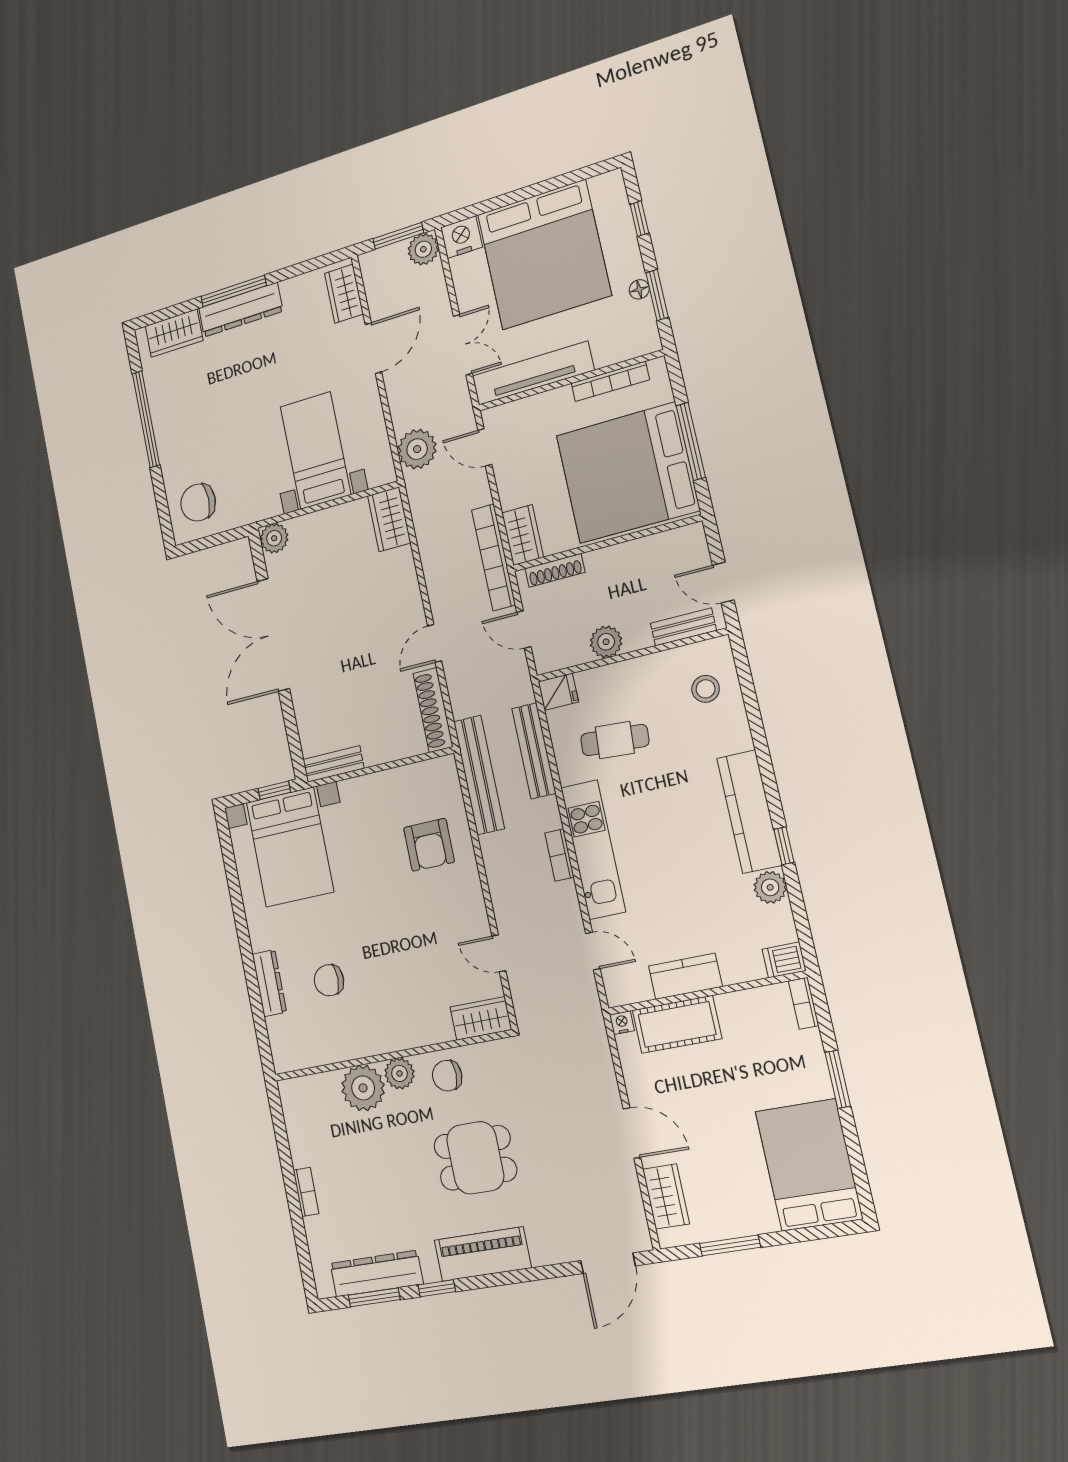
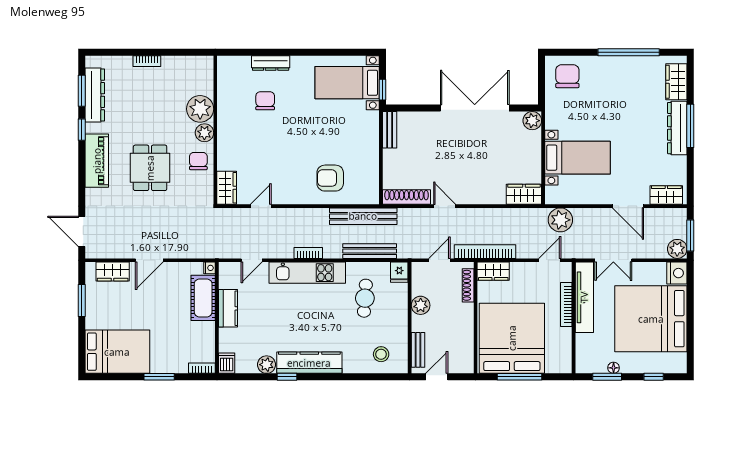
bookcase: (610, 381) -> (566, 305), moved
bed with nightstands: (290, 847) -> (347, 83), width x0.73

